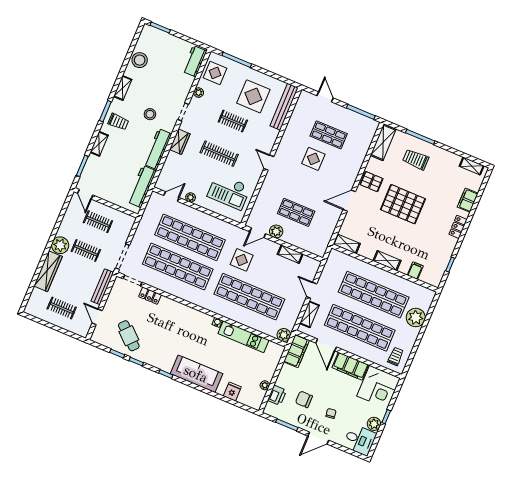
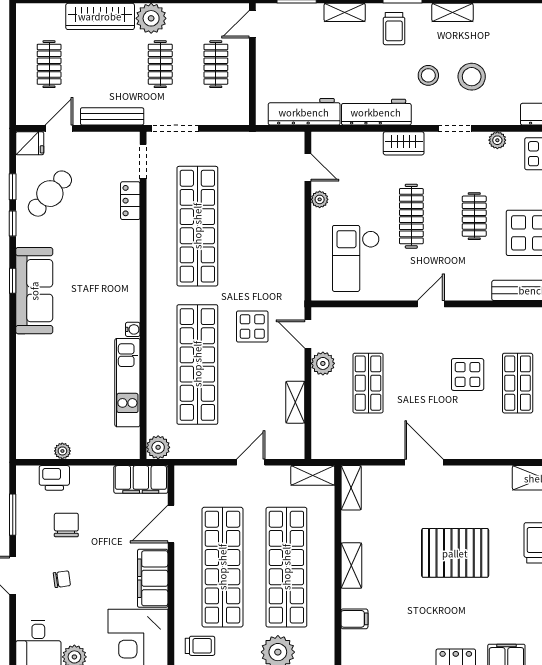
stool: (140, 60) -> (472, 77), moved
pallet: (371, 182) -> (470, 486), removed
pallet: (403, 204) -> (455, 553), turned 90
shop shelf: (190, 237) -> (254, 226), removed
shelving: (309, 314) -> (313, 475), moved
sofa: (196, 374) -> (34, 291), moved
fridge: (232, 392) -> (30, 143), moved

